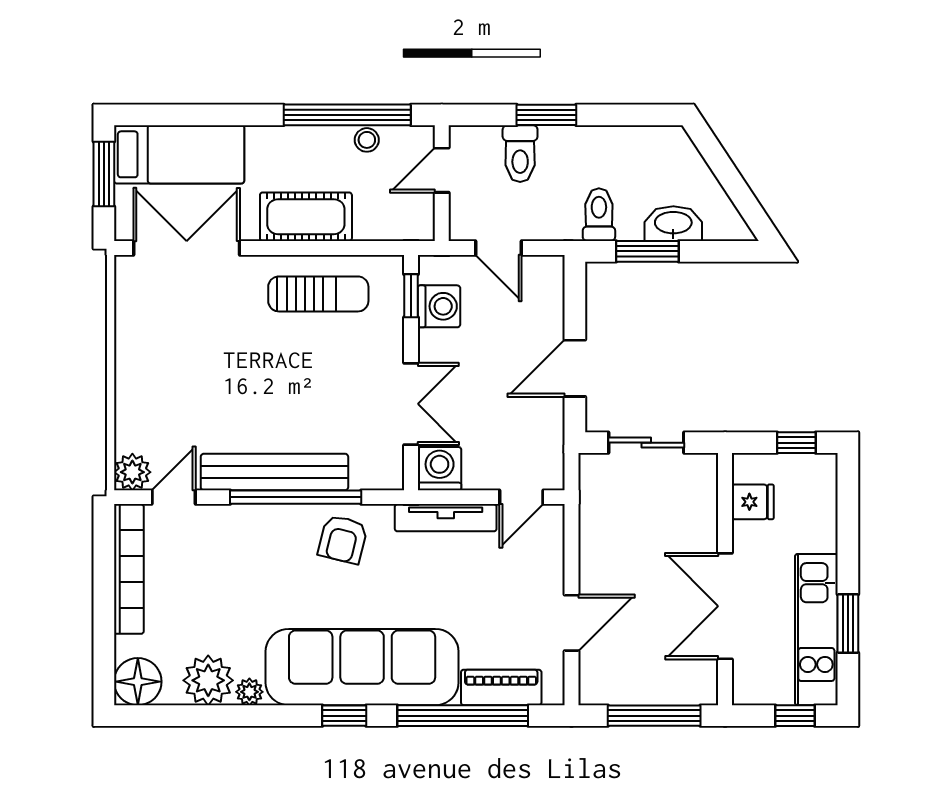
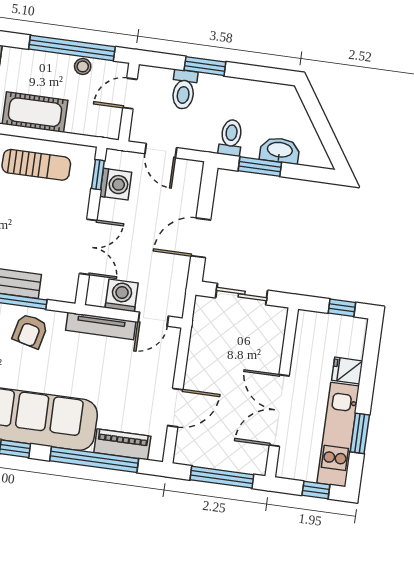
washing machine: (440, 469) -> (122, 295), moved
fridge: (753, 502) -> (347, 371), moved, turned 180

